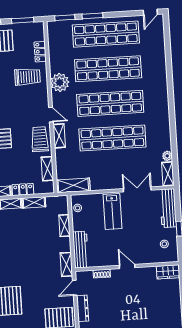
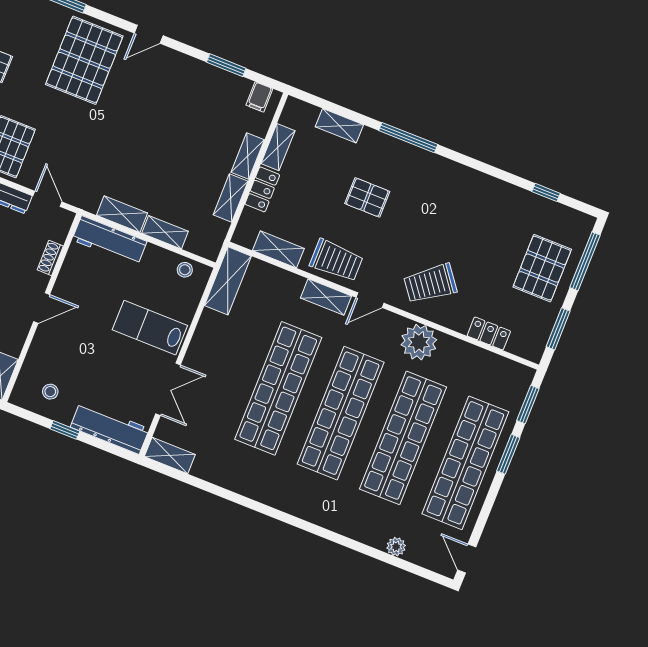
trolley: (27, 77) -> (430, 284), moved, turned 53
plant: (167, 156) -> (396, 547), moved
shelving: (66, 264) -> (122, 214), moved

